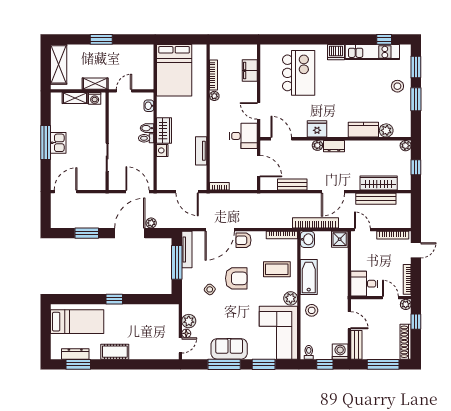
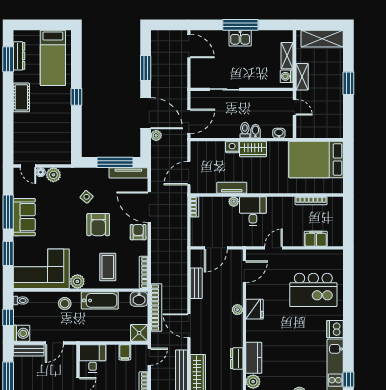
plant: (214, 96) -> (234, 202), moved
desk: (243, 136) -> (253, 211), moved, turned 180
dresser: (334, 146) -> (237, 359), moved
filing cabinet: (358, 253) -> (125, 352), added

